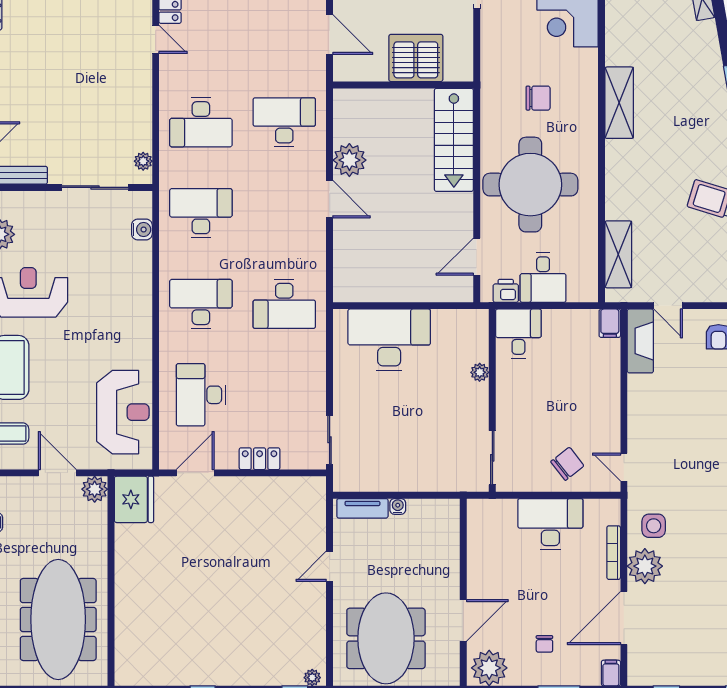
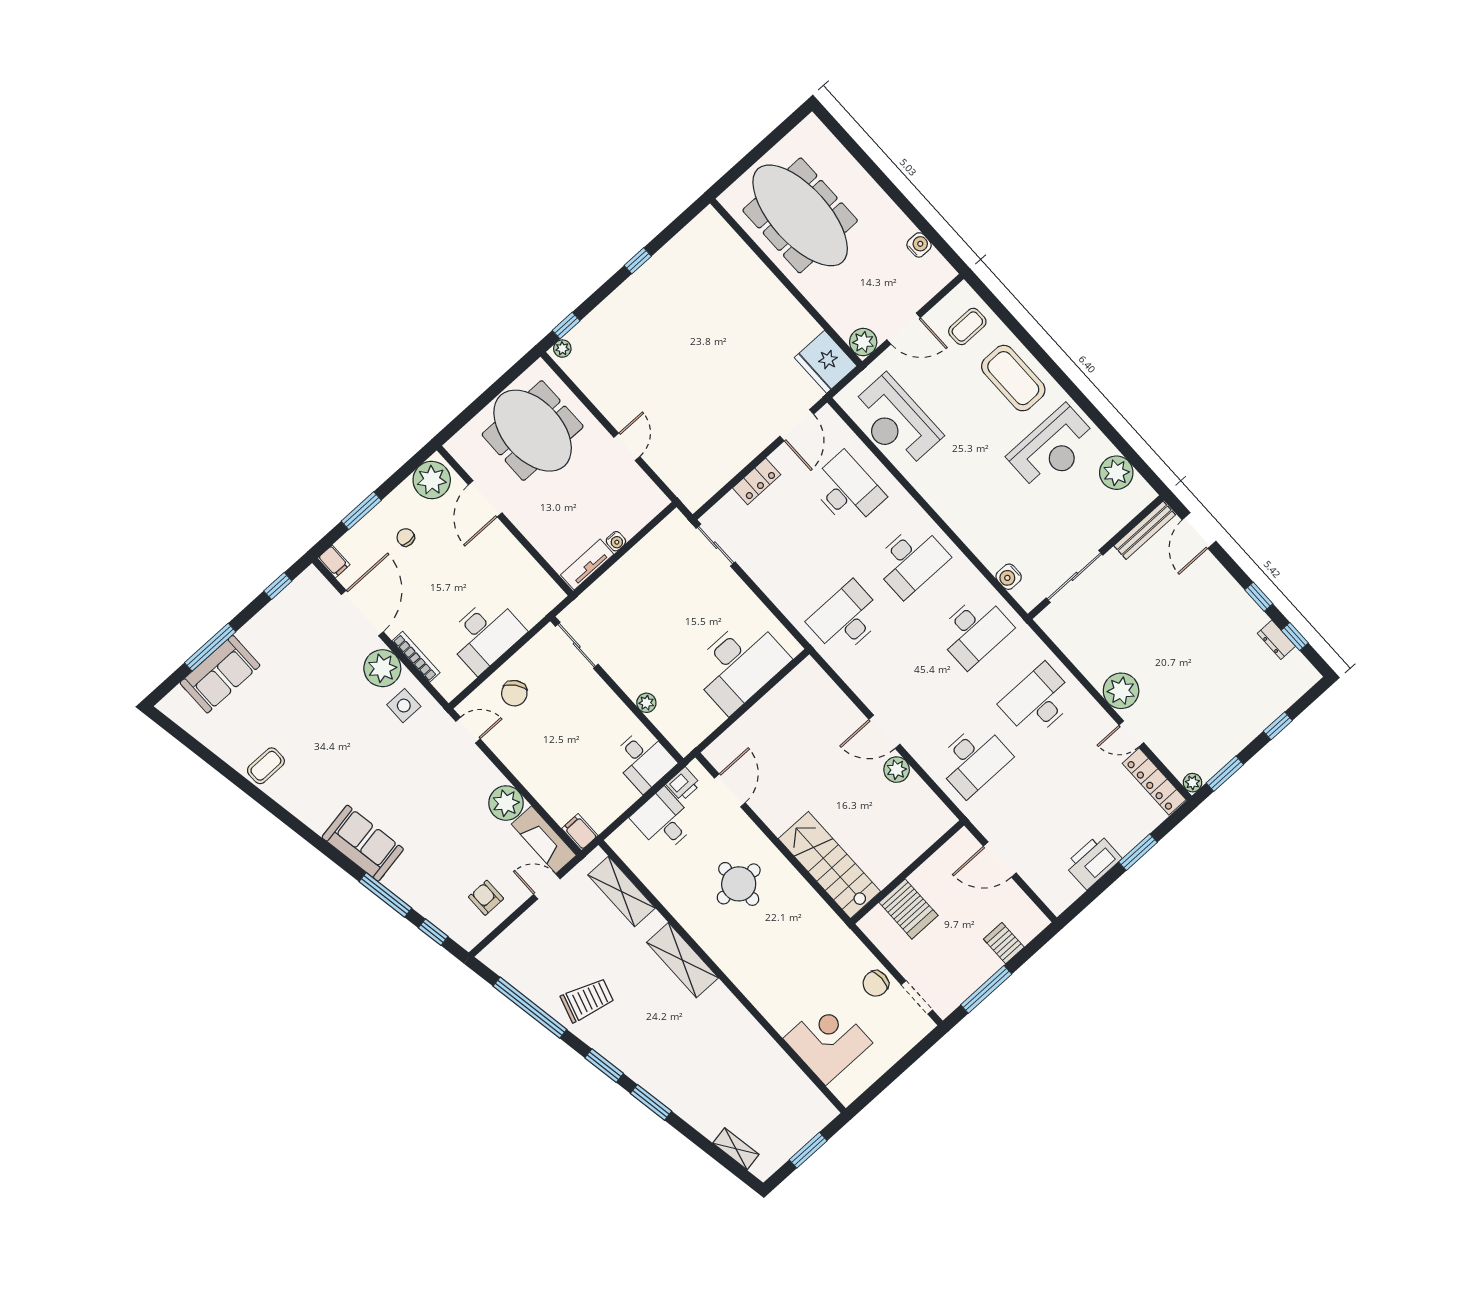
server rack: (416, 58) -> (908, 909), width x0.62
chair: (538, 98) -> (876, 983), moved
shelving: (619, 103) -> (682, 960), moved
plant: (349, 160) -> (897, 770), width x0.73, depth x0.73
plant: (143, 161) -> (1121, 691), moved, width x1.88, depth x1.88
round table: (530, 185) -> (739, 884), width x0.54, depth x0.54
plant: (644, 391) -> (506, 803), added
tv unit: (362, 508) -> (587, 565), moved

